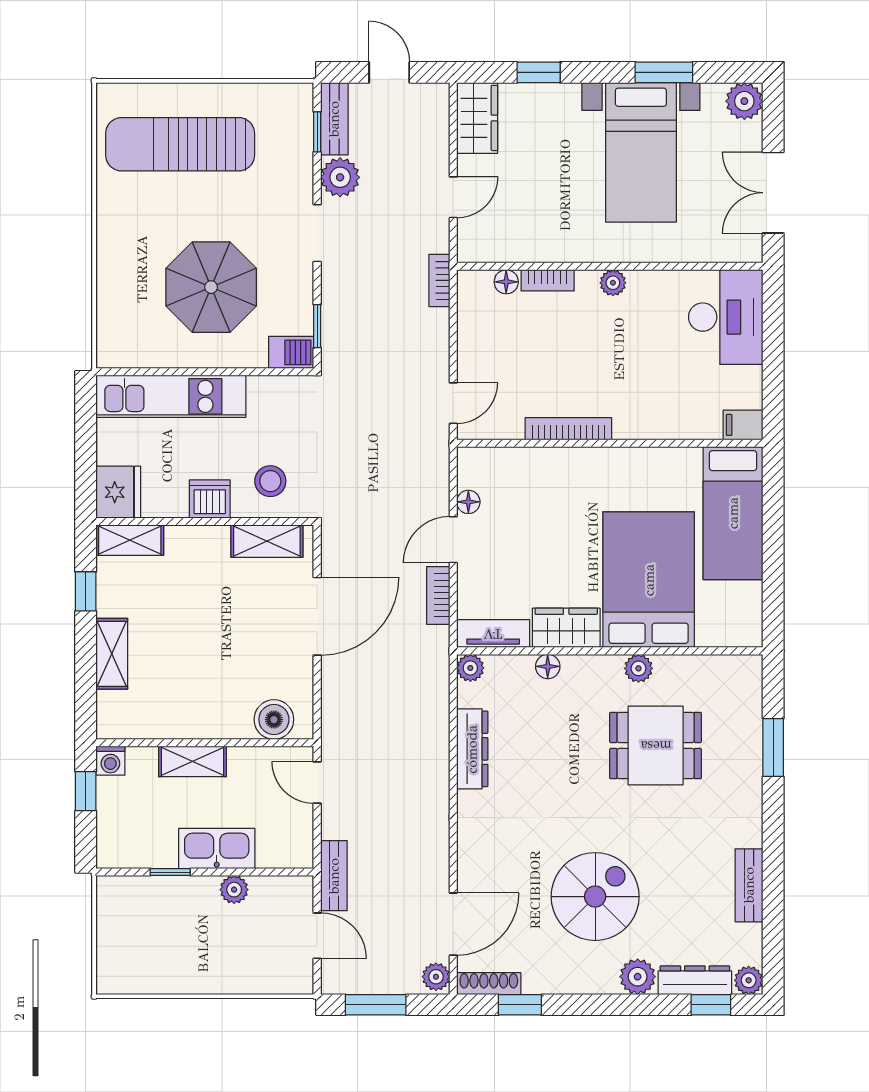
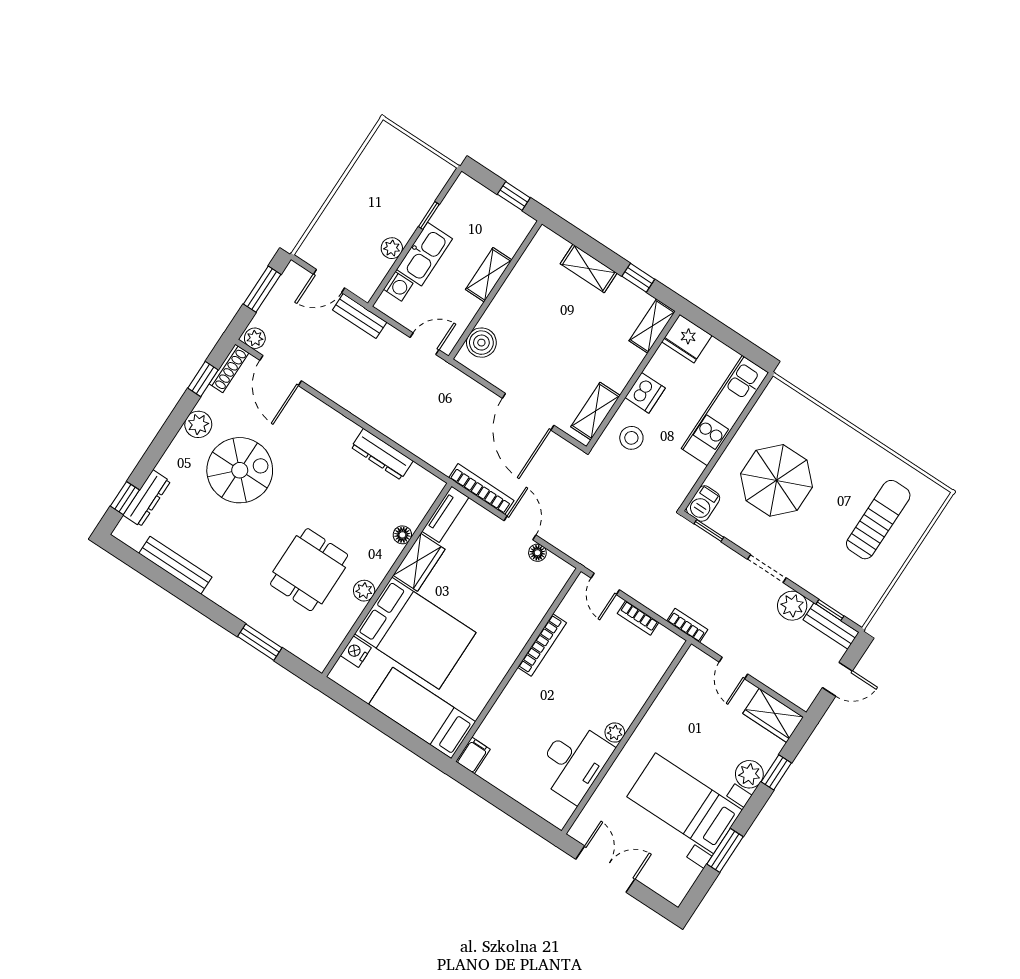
plant: (744, 101) -> (749, 774), moved
sun lounger: (180, 144) -> (878, 520), width x0.73, depth x0.75
bookcase: (548, 280) -> (638, 618), moved, turned -90
floor lamp: (506, 282) -> (659, 666), removed
desk: (726, 317) -> (574, 762), moved, turned -90
bookcase: (438, 595) -> (481, 489), width x1.56
nightstand: (713, 633) -> (356, 652), added
plant: (470, 668) -> (433, 486), removed
washing machine: (110, 761) -> (398, 286), moved, turned 180
bench: (749, 885) -> (175, 565), width x1.36
spiral stairs: (595, 897) -> (240, 470), turned -90
plant: (638, 977) -> (198, 424), moved
plant: (749, 980) -> (125, 532), removed

